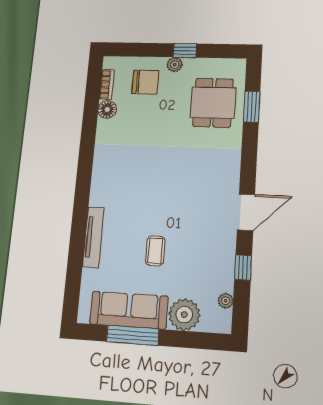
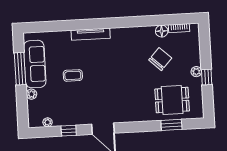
chair: (145, 82) -> (160, 59), moved, turned -137
tv unit: (93, 237) -> (91, 34), moved
plant: (184, 315) -> (31, 94), width x0.53, depth x0.53

